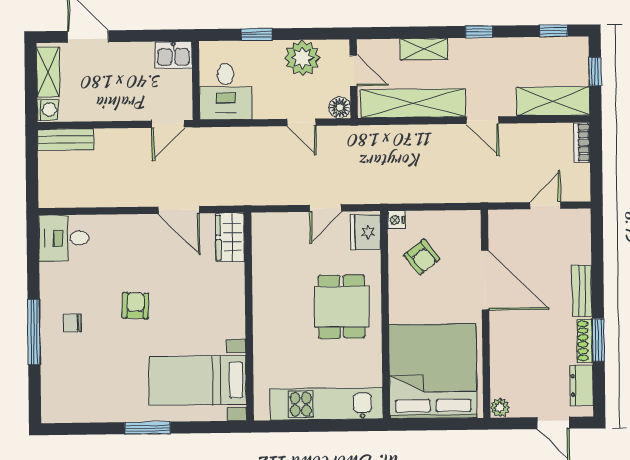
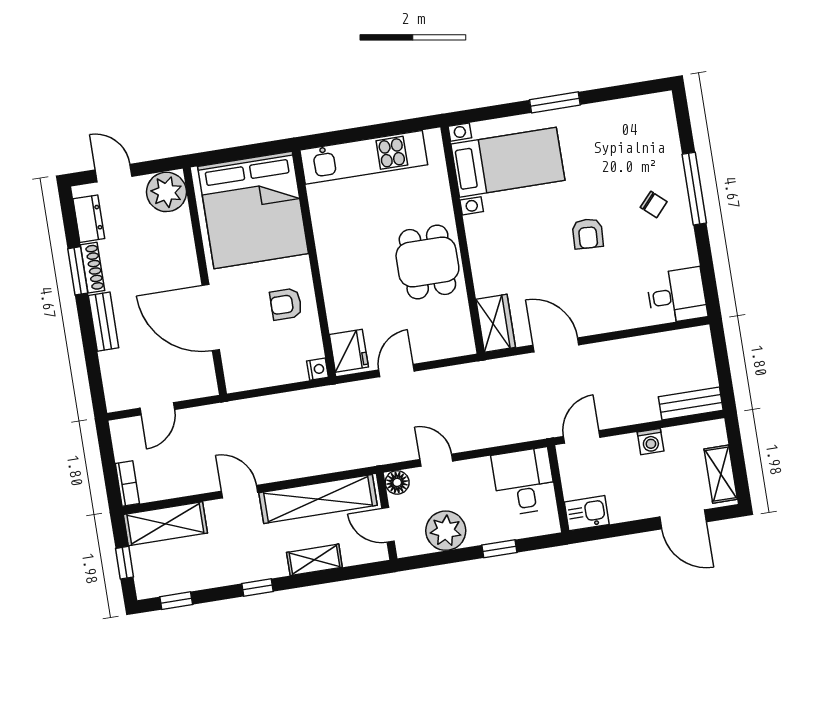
washing machine: (48, 110) -> (651, 442), moved, turned -90
armchair: (422, 257) -> (286, 304), moved, turned -52
dining table: (342, 307) -> (427, 262), moved
chair: (72, 323) -> (654, 204), turned 42
plant: (500, 407) -> (166, 192), width x1.88, depth x1.88

